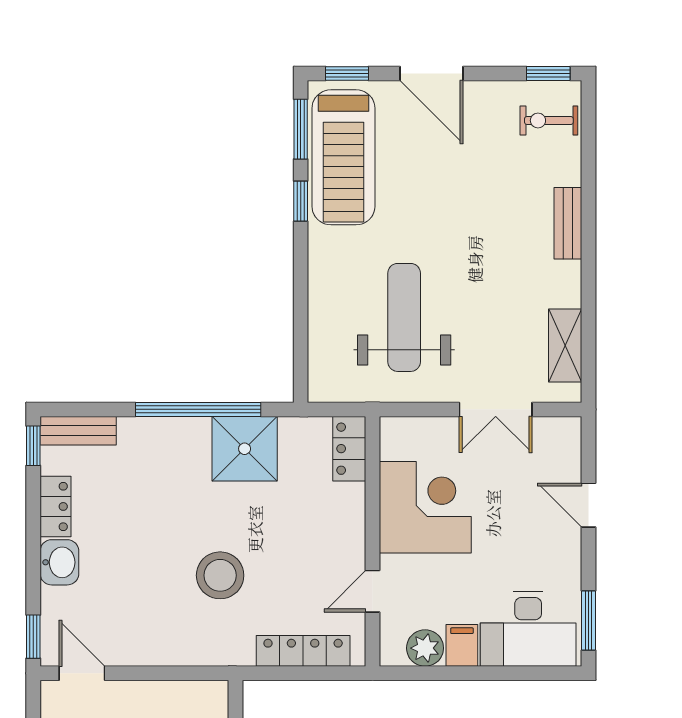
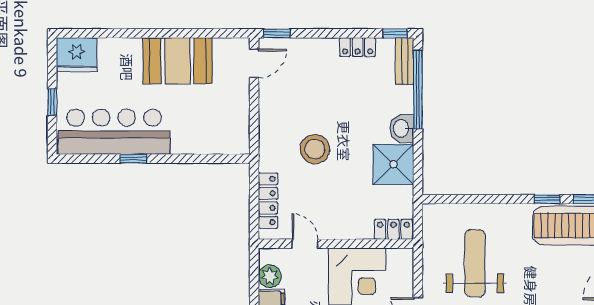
weight bench: (404, 317) -> (475, 263), turned -90
window: (198, 409) -> (418, 90), moved
washbasin: (59, 562) -> (402, 128), moved, turned 90

